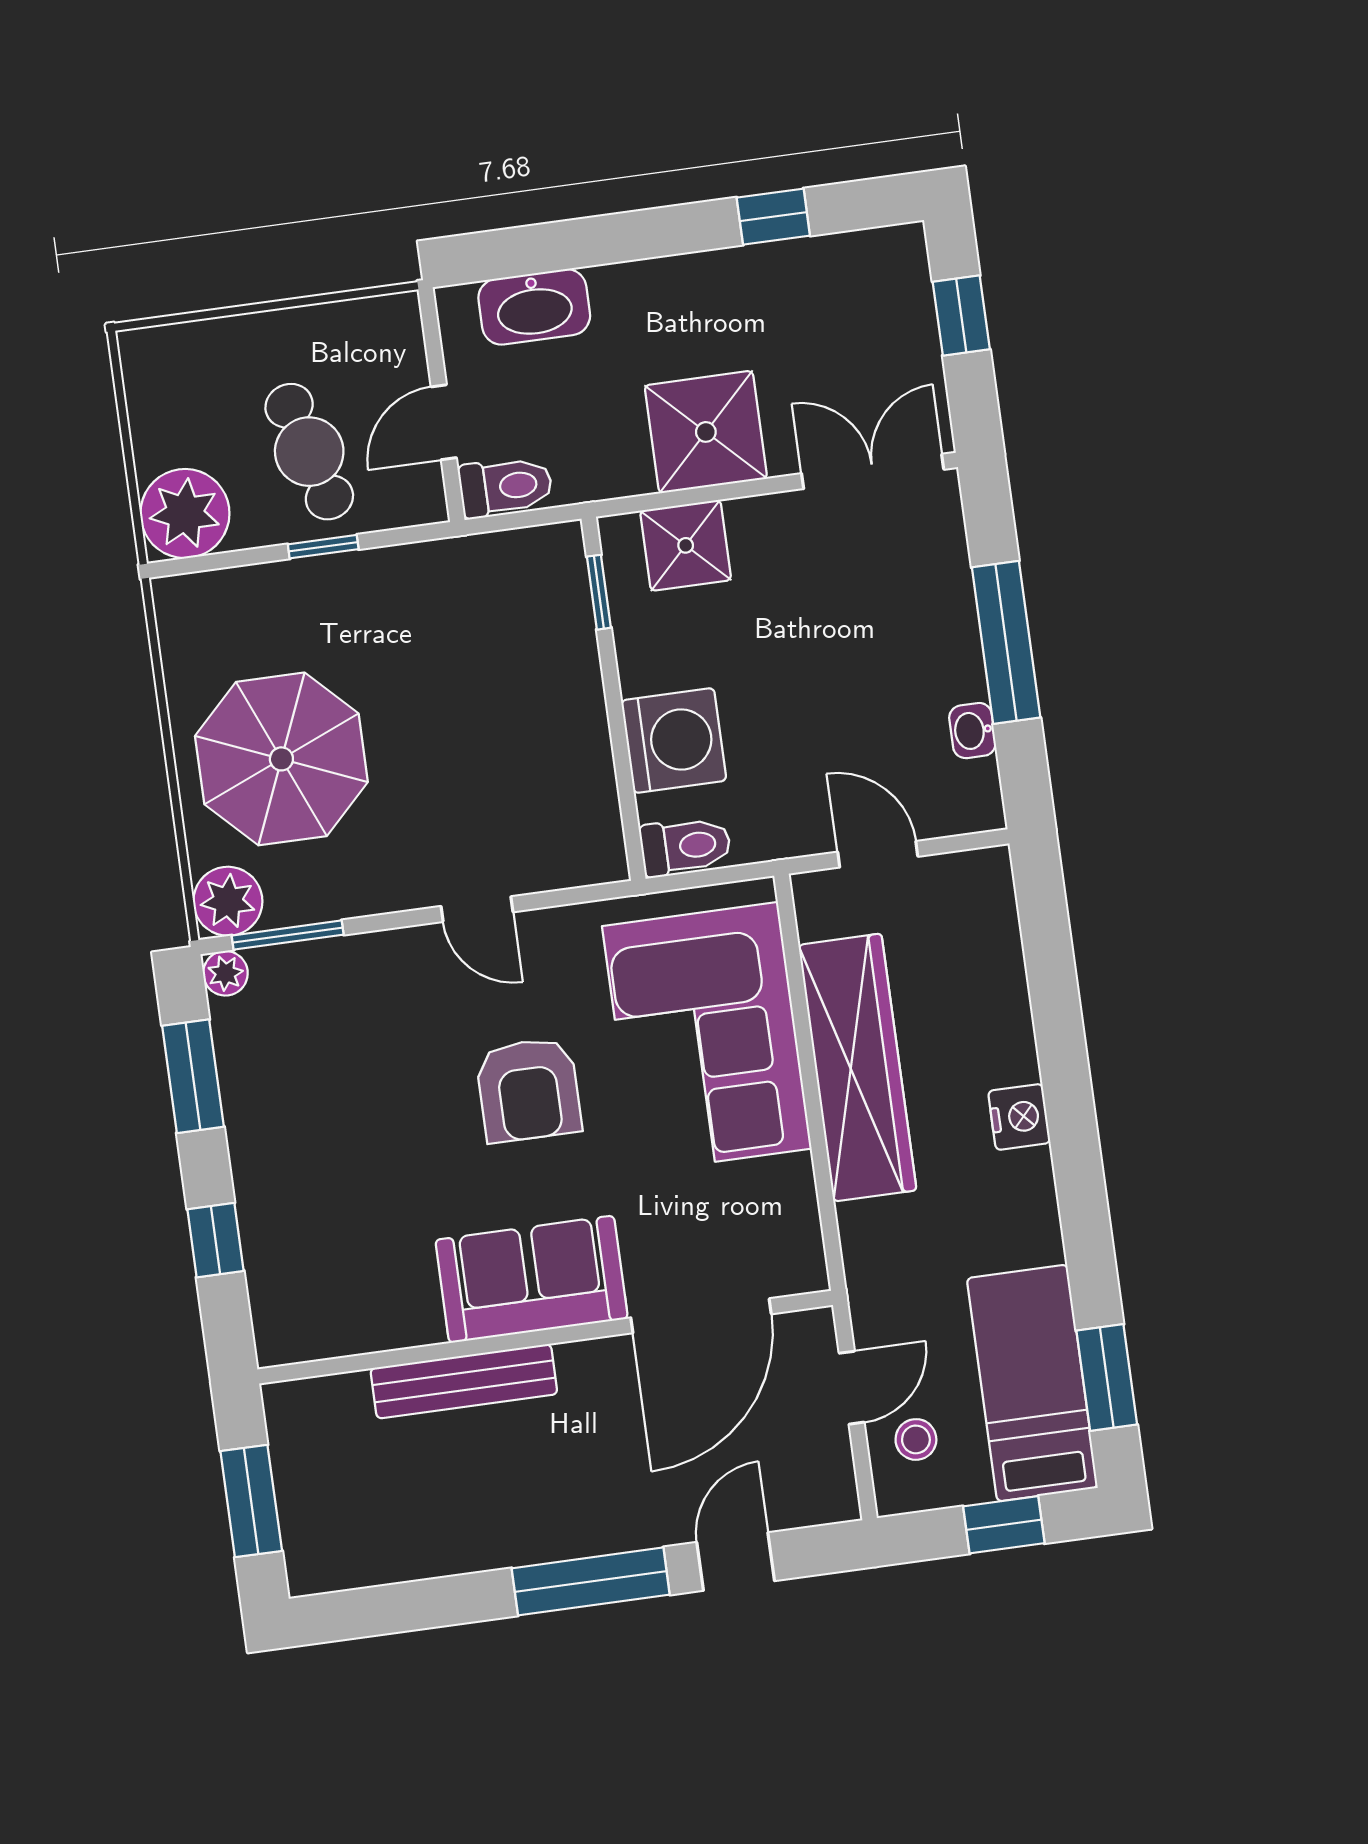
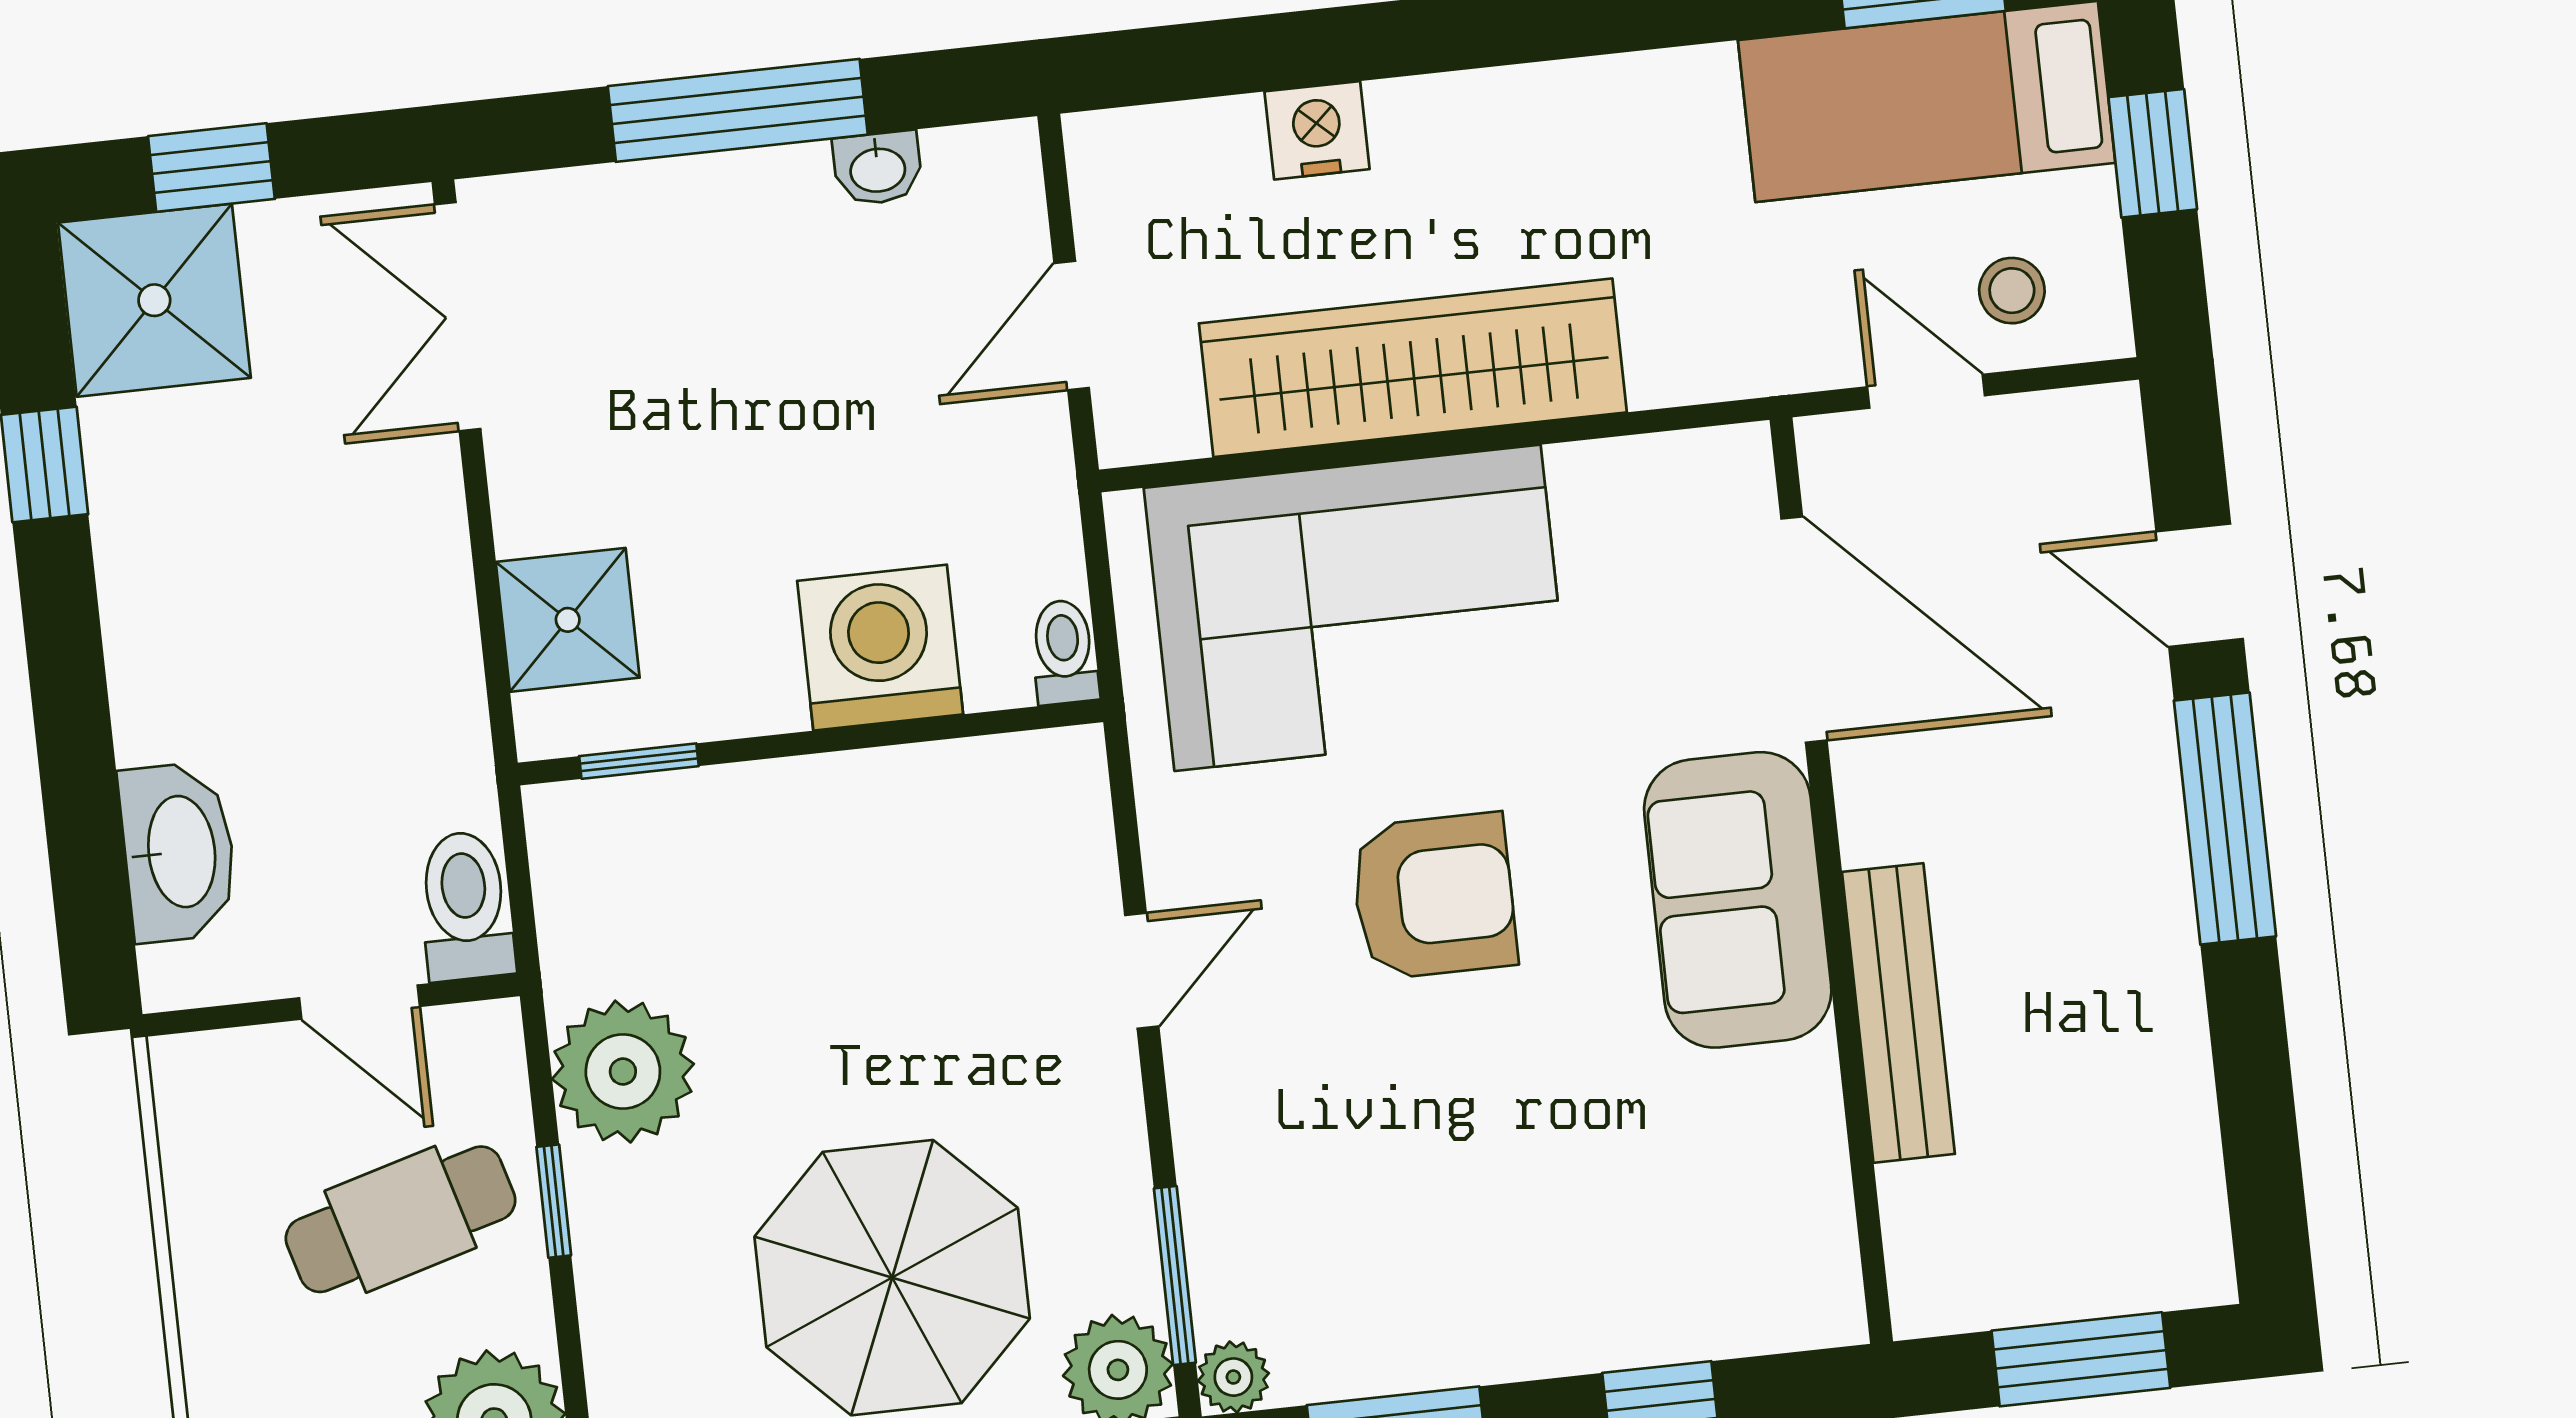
shower: (706, 432) -> (154, 300), moved
plant: (405, 588) -> (623, 1072), added
toilet: (685, 846) -> (1064, 652), width x0.73, depth x0.72
nightstand: (1019, 1117) -> (1317, 130), moved

